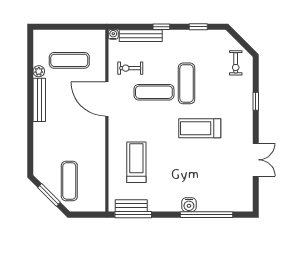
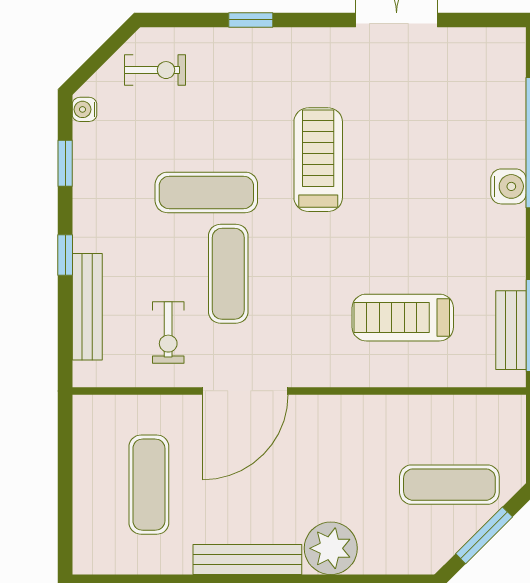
water cooler: (113, 34) -> (84, 109), moved
plant: (39, 71) -> (331, 548), moved, width x1.88, depth x1.88
treadmill: (200, 128) -> (318, 160), turned 180

